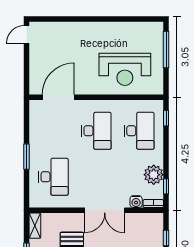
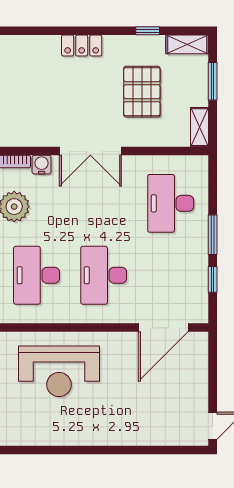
reception desk: (125, 69) -> (59, 371), turned 180
window: (27, 128) -> (213, 279), added
double door: (105, 210) -> (90, 151), swing flipped

